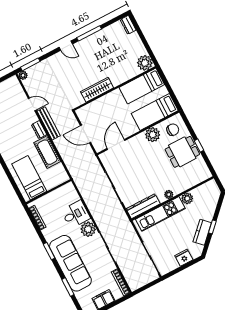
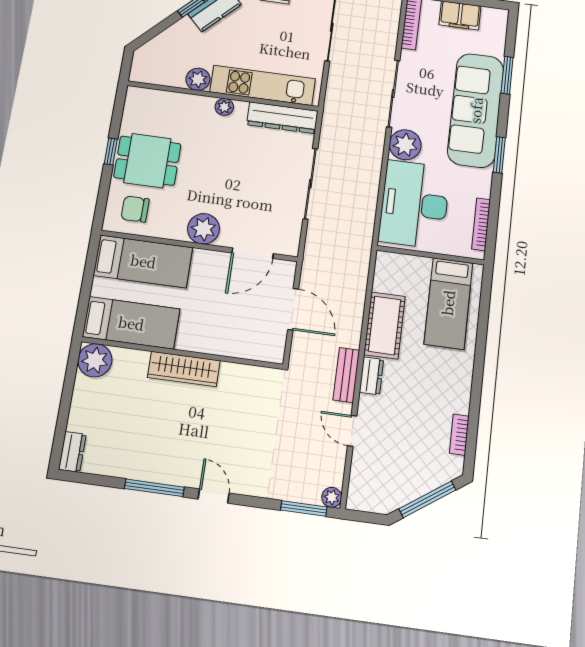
wardrobe: (97, 90) -> (184, 369), moved
bench: (49, 123) -> (346, 375), width x0.73
plant: (153, 135) -> (204, 229), moved
desk: (76, 214) -> (414, 204), width x1.87, depth x1.30

